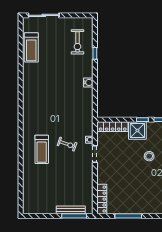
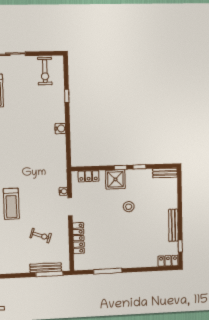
exercise bike: (77, 42) -> (45, 71), moved
locker: (113, 127) -> (88, 176), width x0.66
exercise bike: (67, 144) -> (41, 236), moved
locker: (102, 199) -> (78, 238), moved

